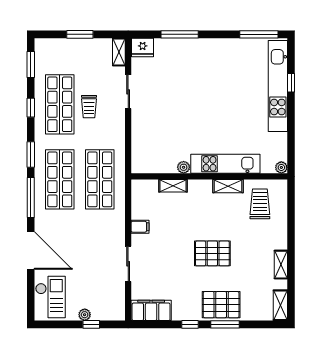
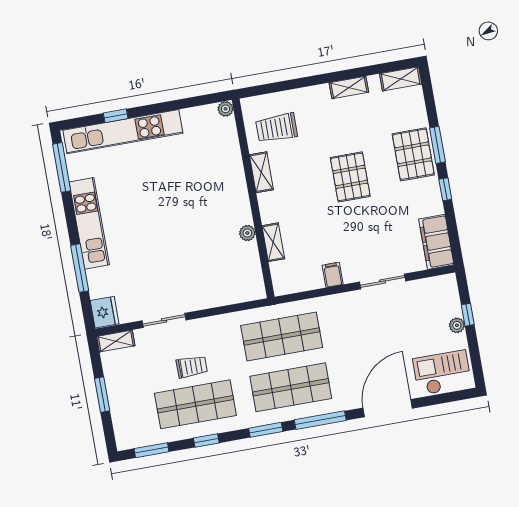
kitchen unit: (225, 164) -> (89, 223), moved, turned 180

